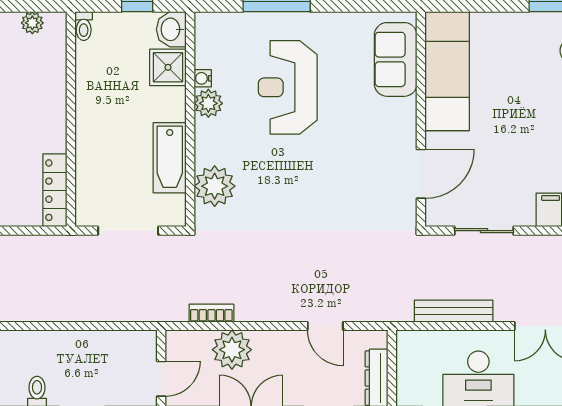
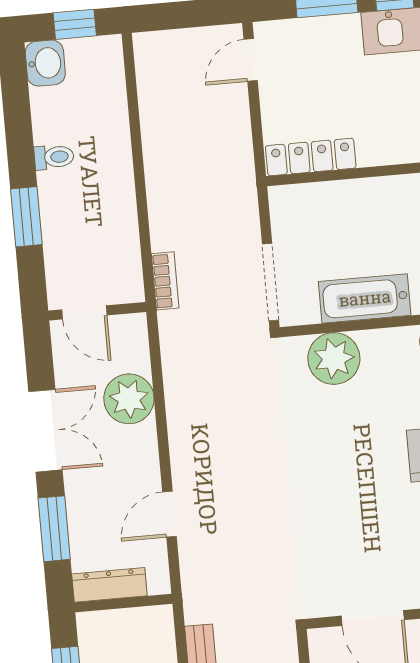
doorway: (128, 231) -> (270, 282), moved
bookcase: (211, 313) -> (165, 281), moved

